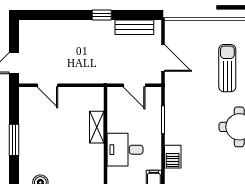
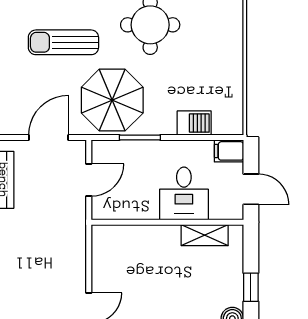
parasol: (188, 101) -> (112, 100), added
shelving: (97, 127) -> (205, 235), moved

